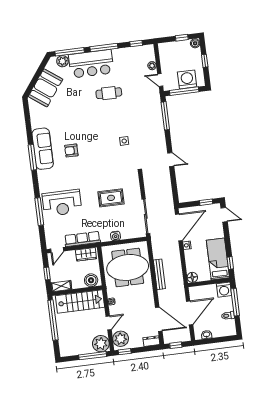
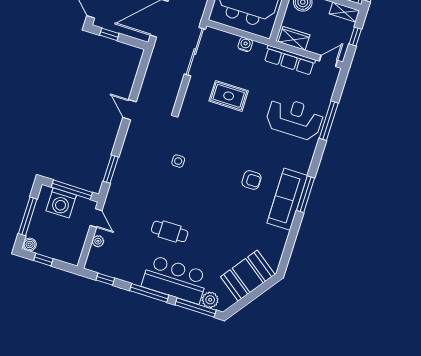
window: (205, 61) -> (28, 216), width x2.17
window: (165, 116) -> (111, 169), width x0.69

